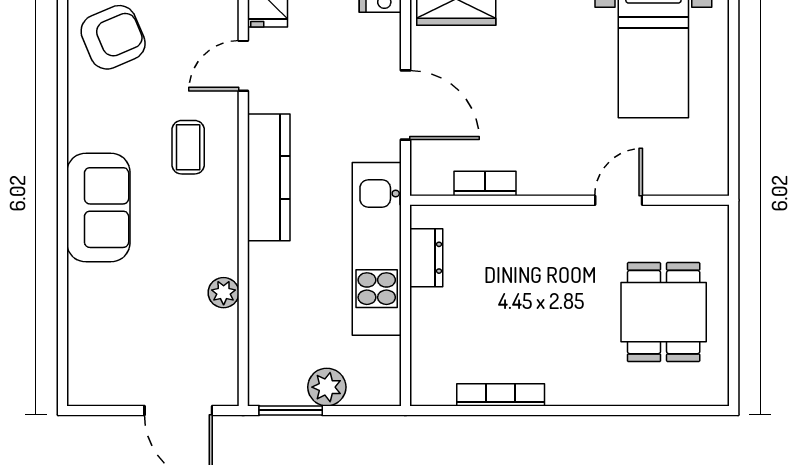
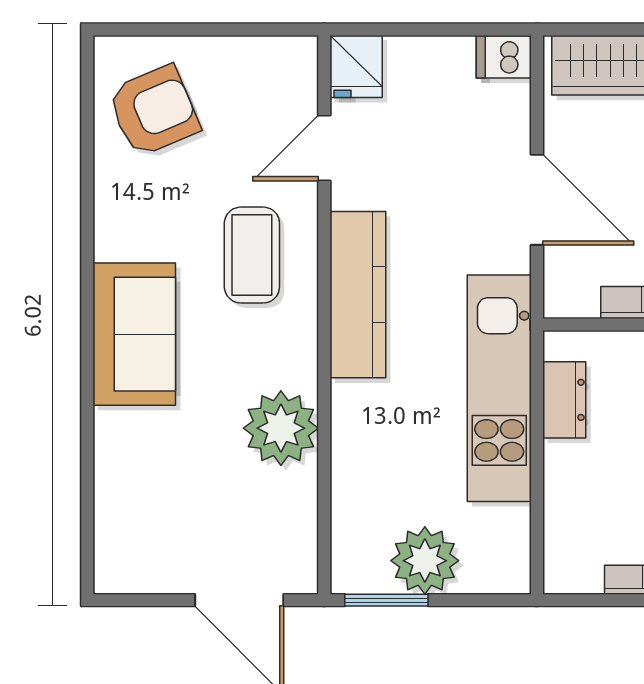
coffee table: (188, 147) -> (252, 255), width x1.36, depth x1.30
plant: (224, 293) -> (281, 428), width x1.88, depth x1.88
plant: (327, 387) -> (425, 561), width x1.36, depth x1.36

